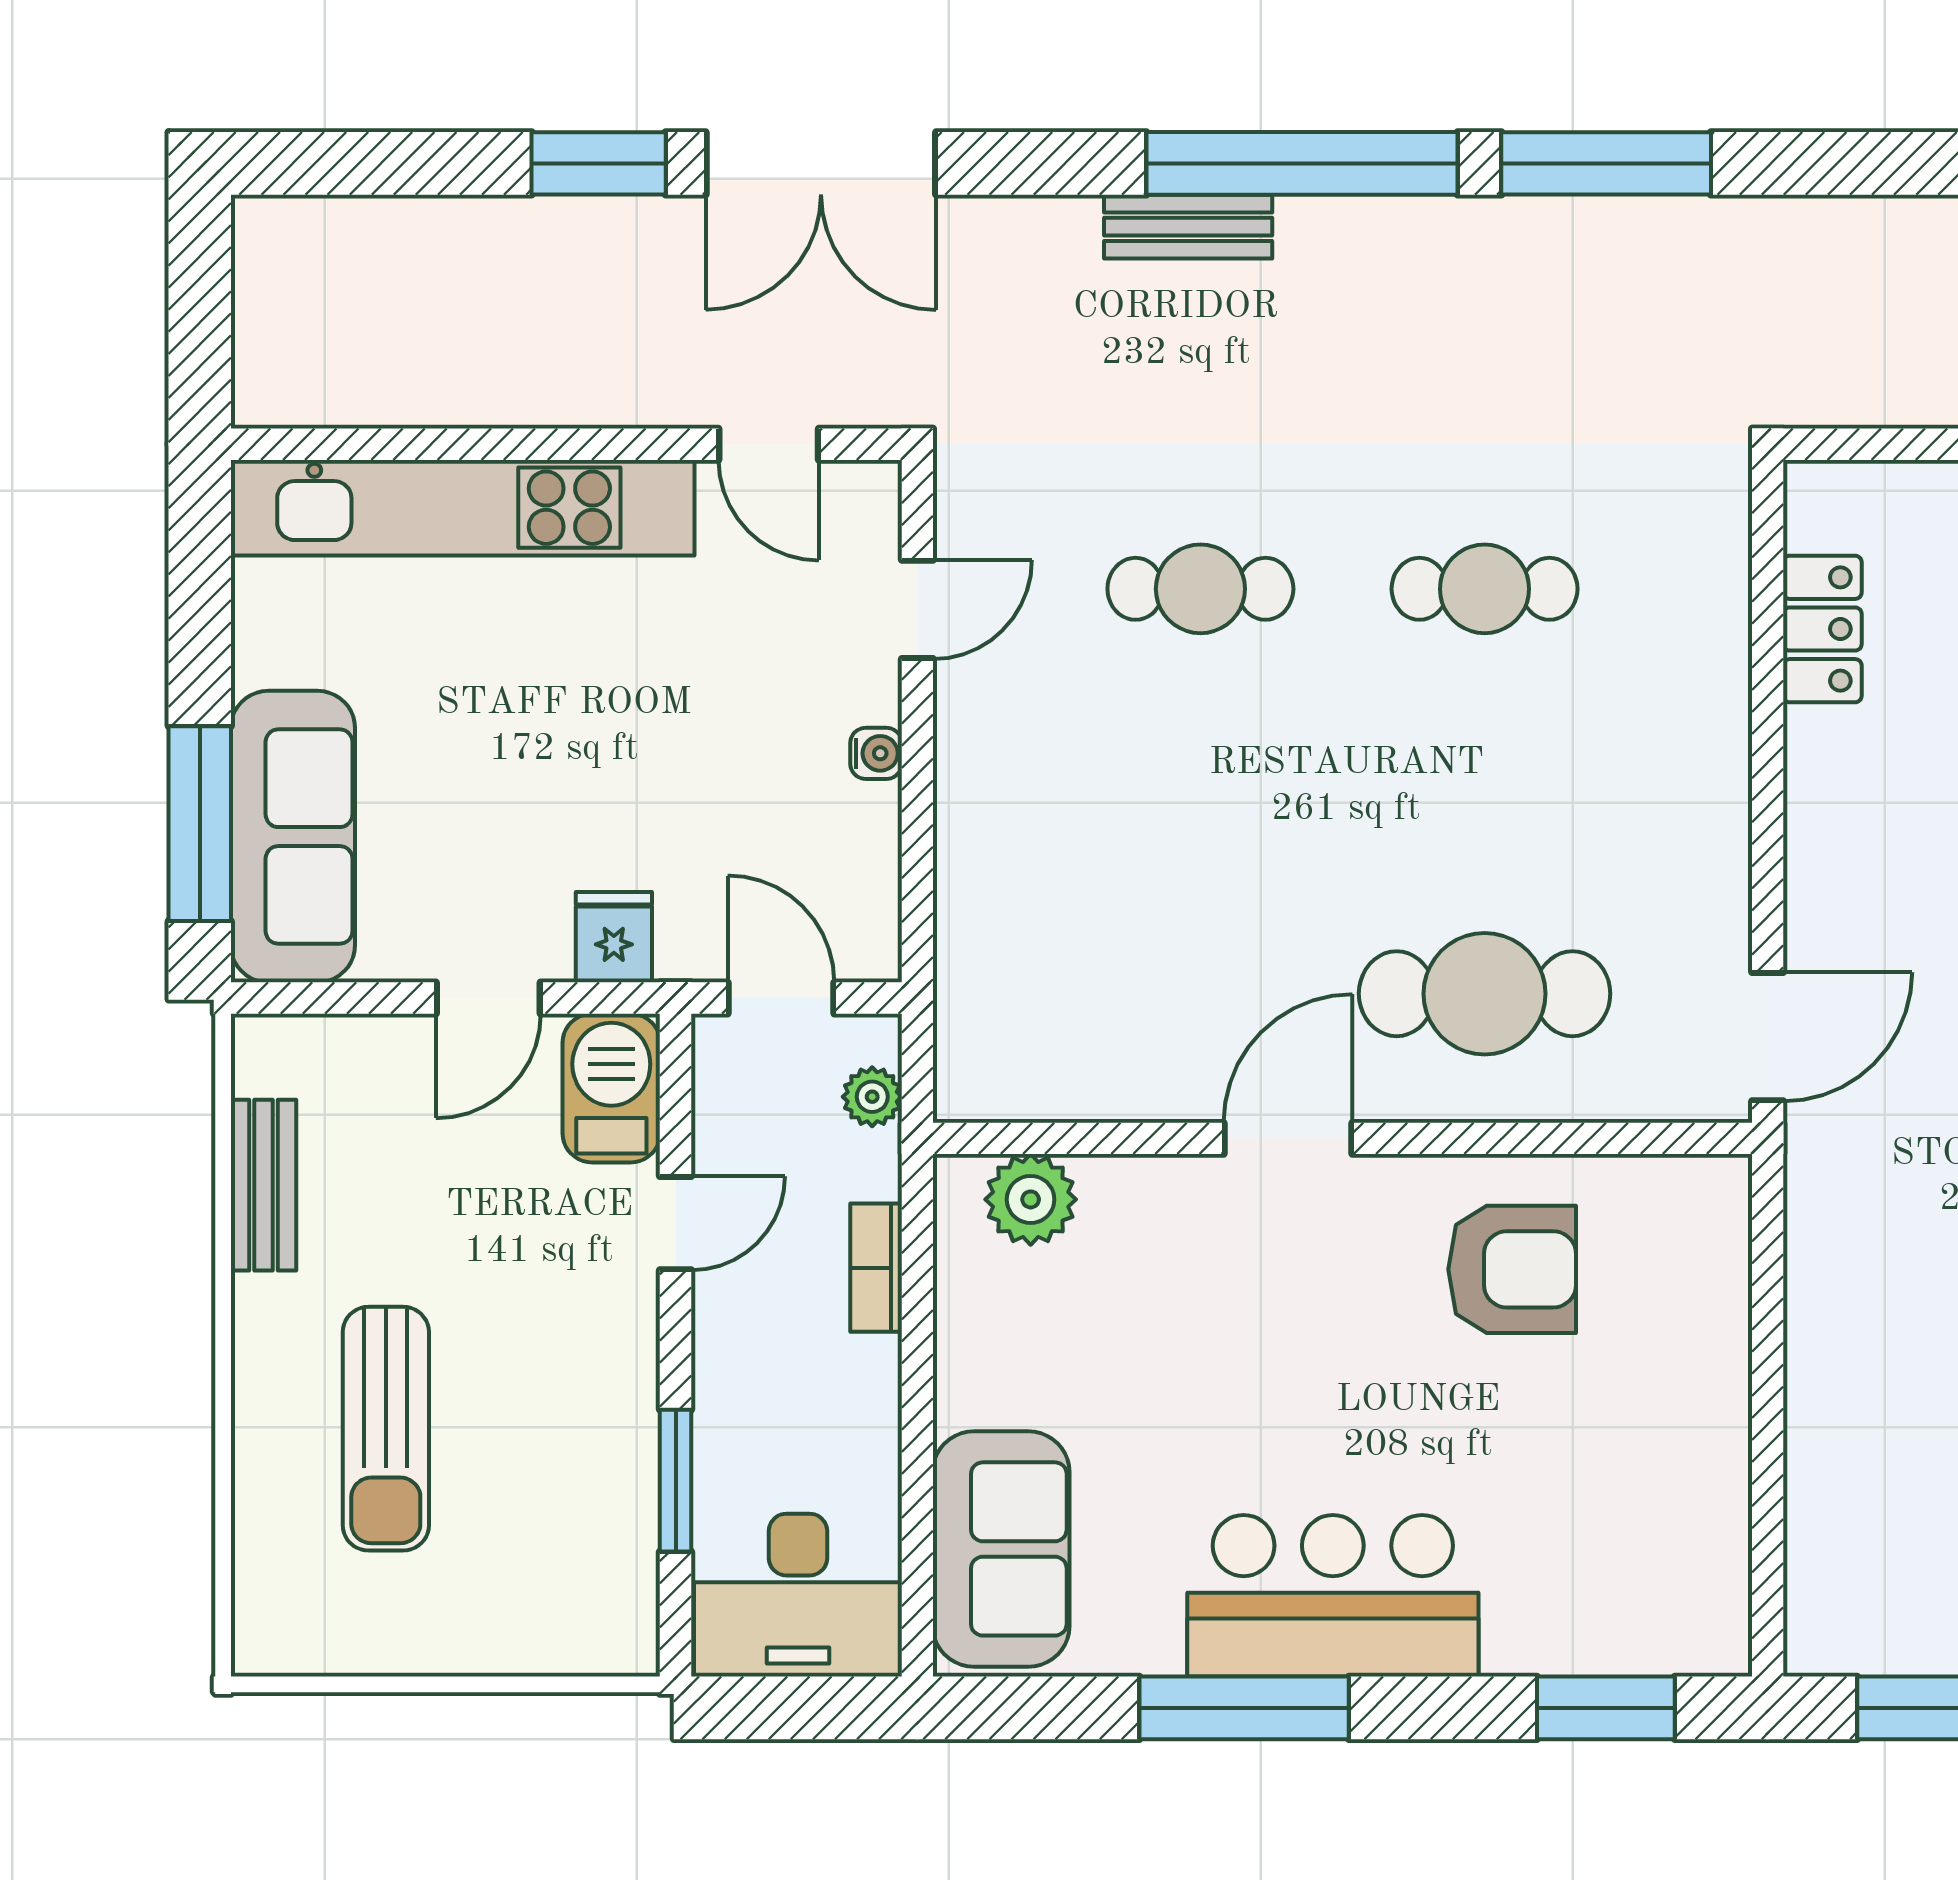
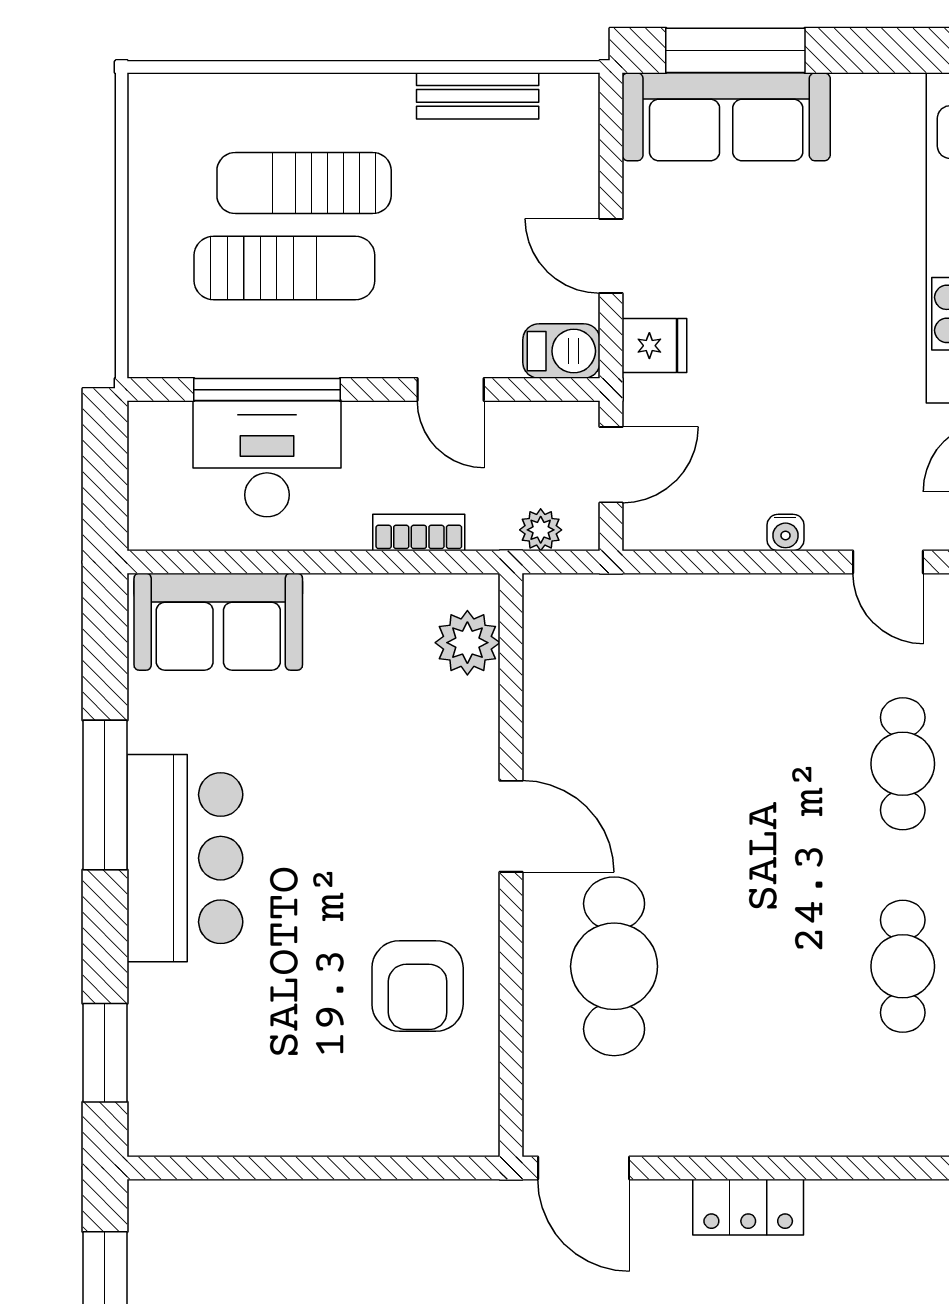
locker: (1822, 629) -> (748, 1207), moved
barbecue: (611, 1088) -> (561, 351), width x0.73, depth x0.79
sun lounger: (505, 1456) -> (284, 268), added
window: (676, 1481) -> (267, 390), width x1.44
desk: (798, 1595) -> (267, 459), moved, turned 90

